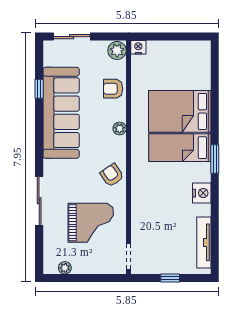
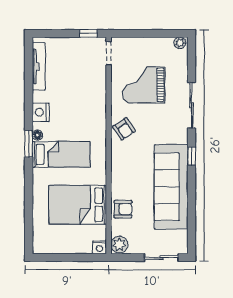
window: (39, 89) -> (192, 156), moved
bed: (180, 111) -> (78, 205), moved, turned 180
plant: (120, 129) -> (117, 172), removed
floor lamp: (205, 168) -> (37, 135), added
plant: (65, 268) -> (180, 43), moved
window: (170, 278) -> (88, 33), moved

